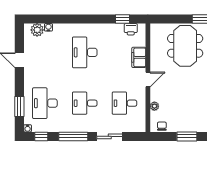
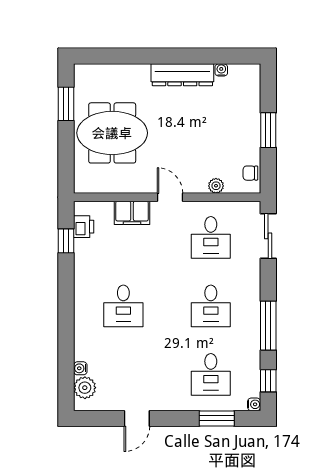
desk: (85, 52) -> (123, 306), width x0.73
desk: (45, 103) -> (211, 374), width x0.73
sliding door: (110, 136) -> (268, 236), moved

